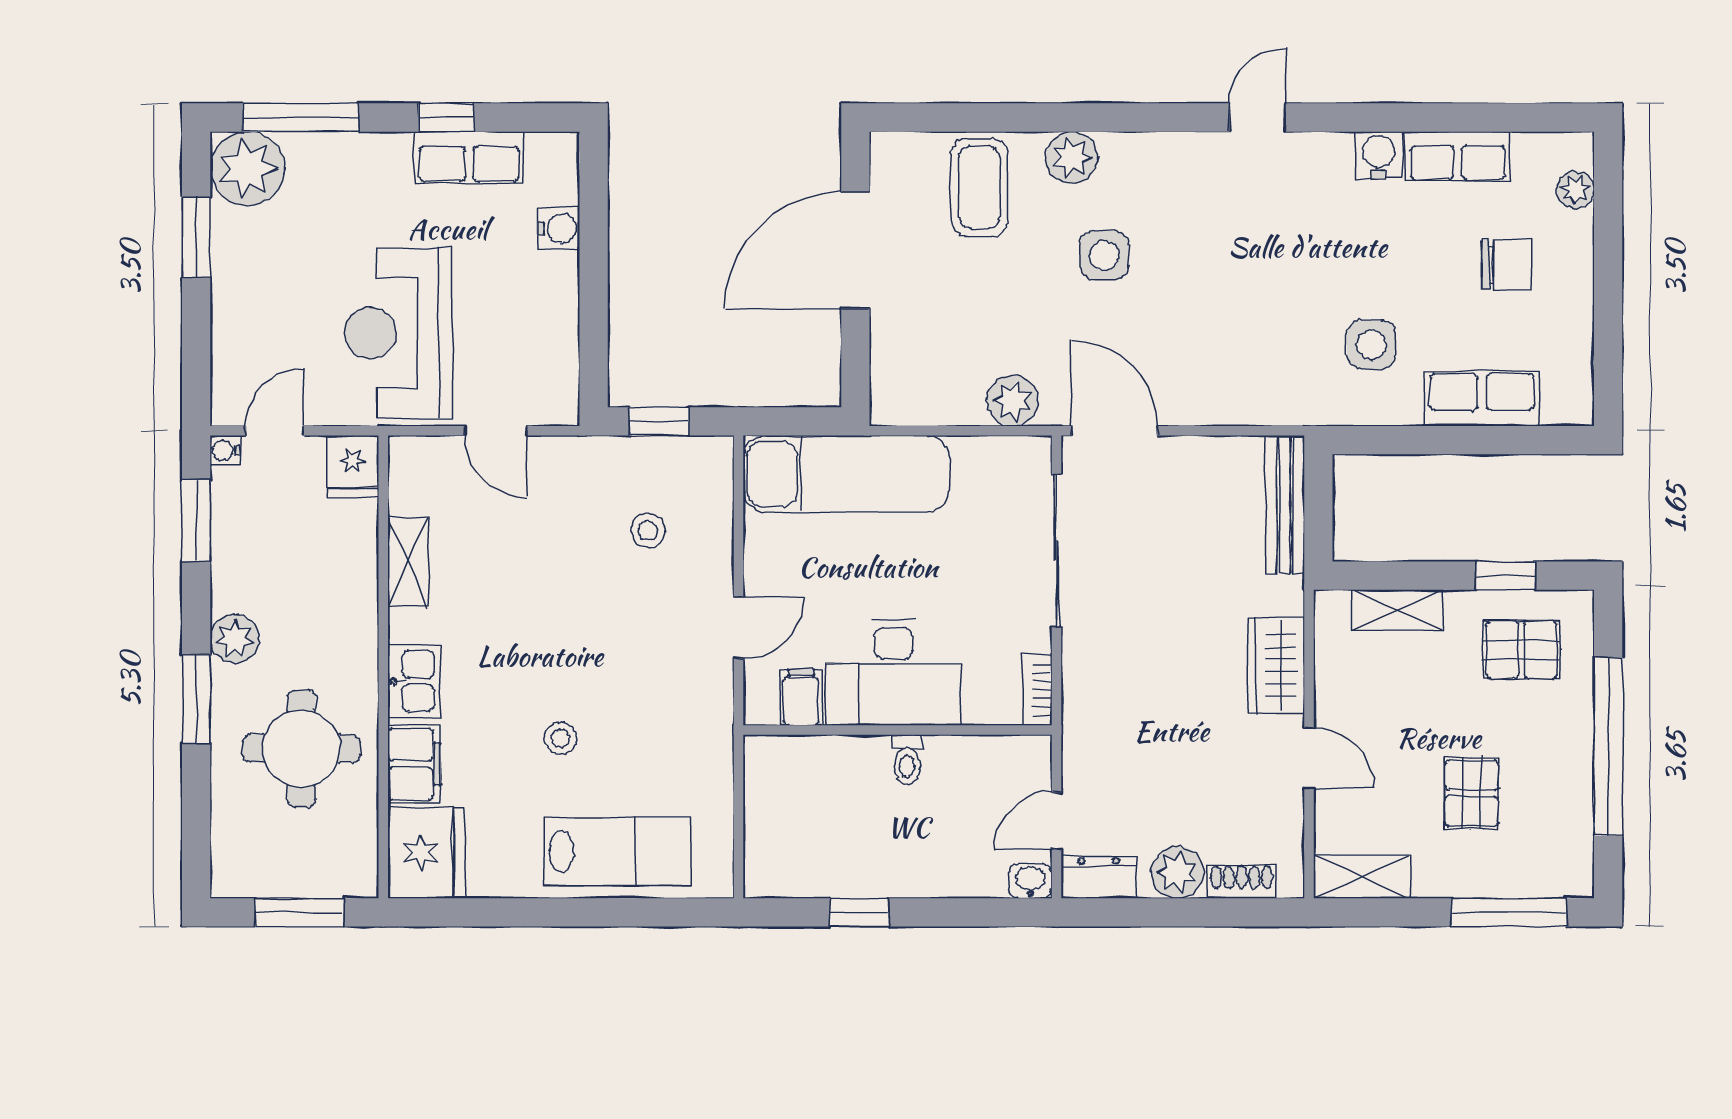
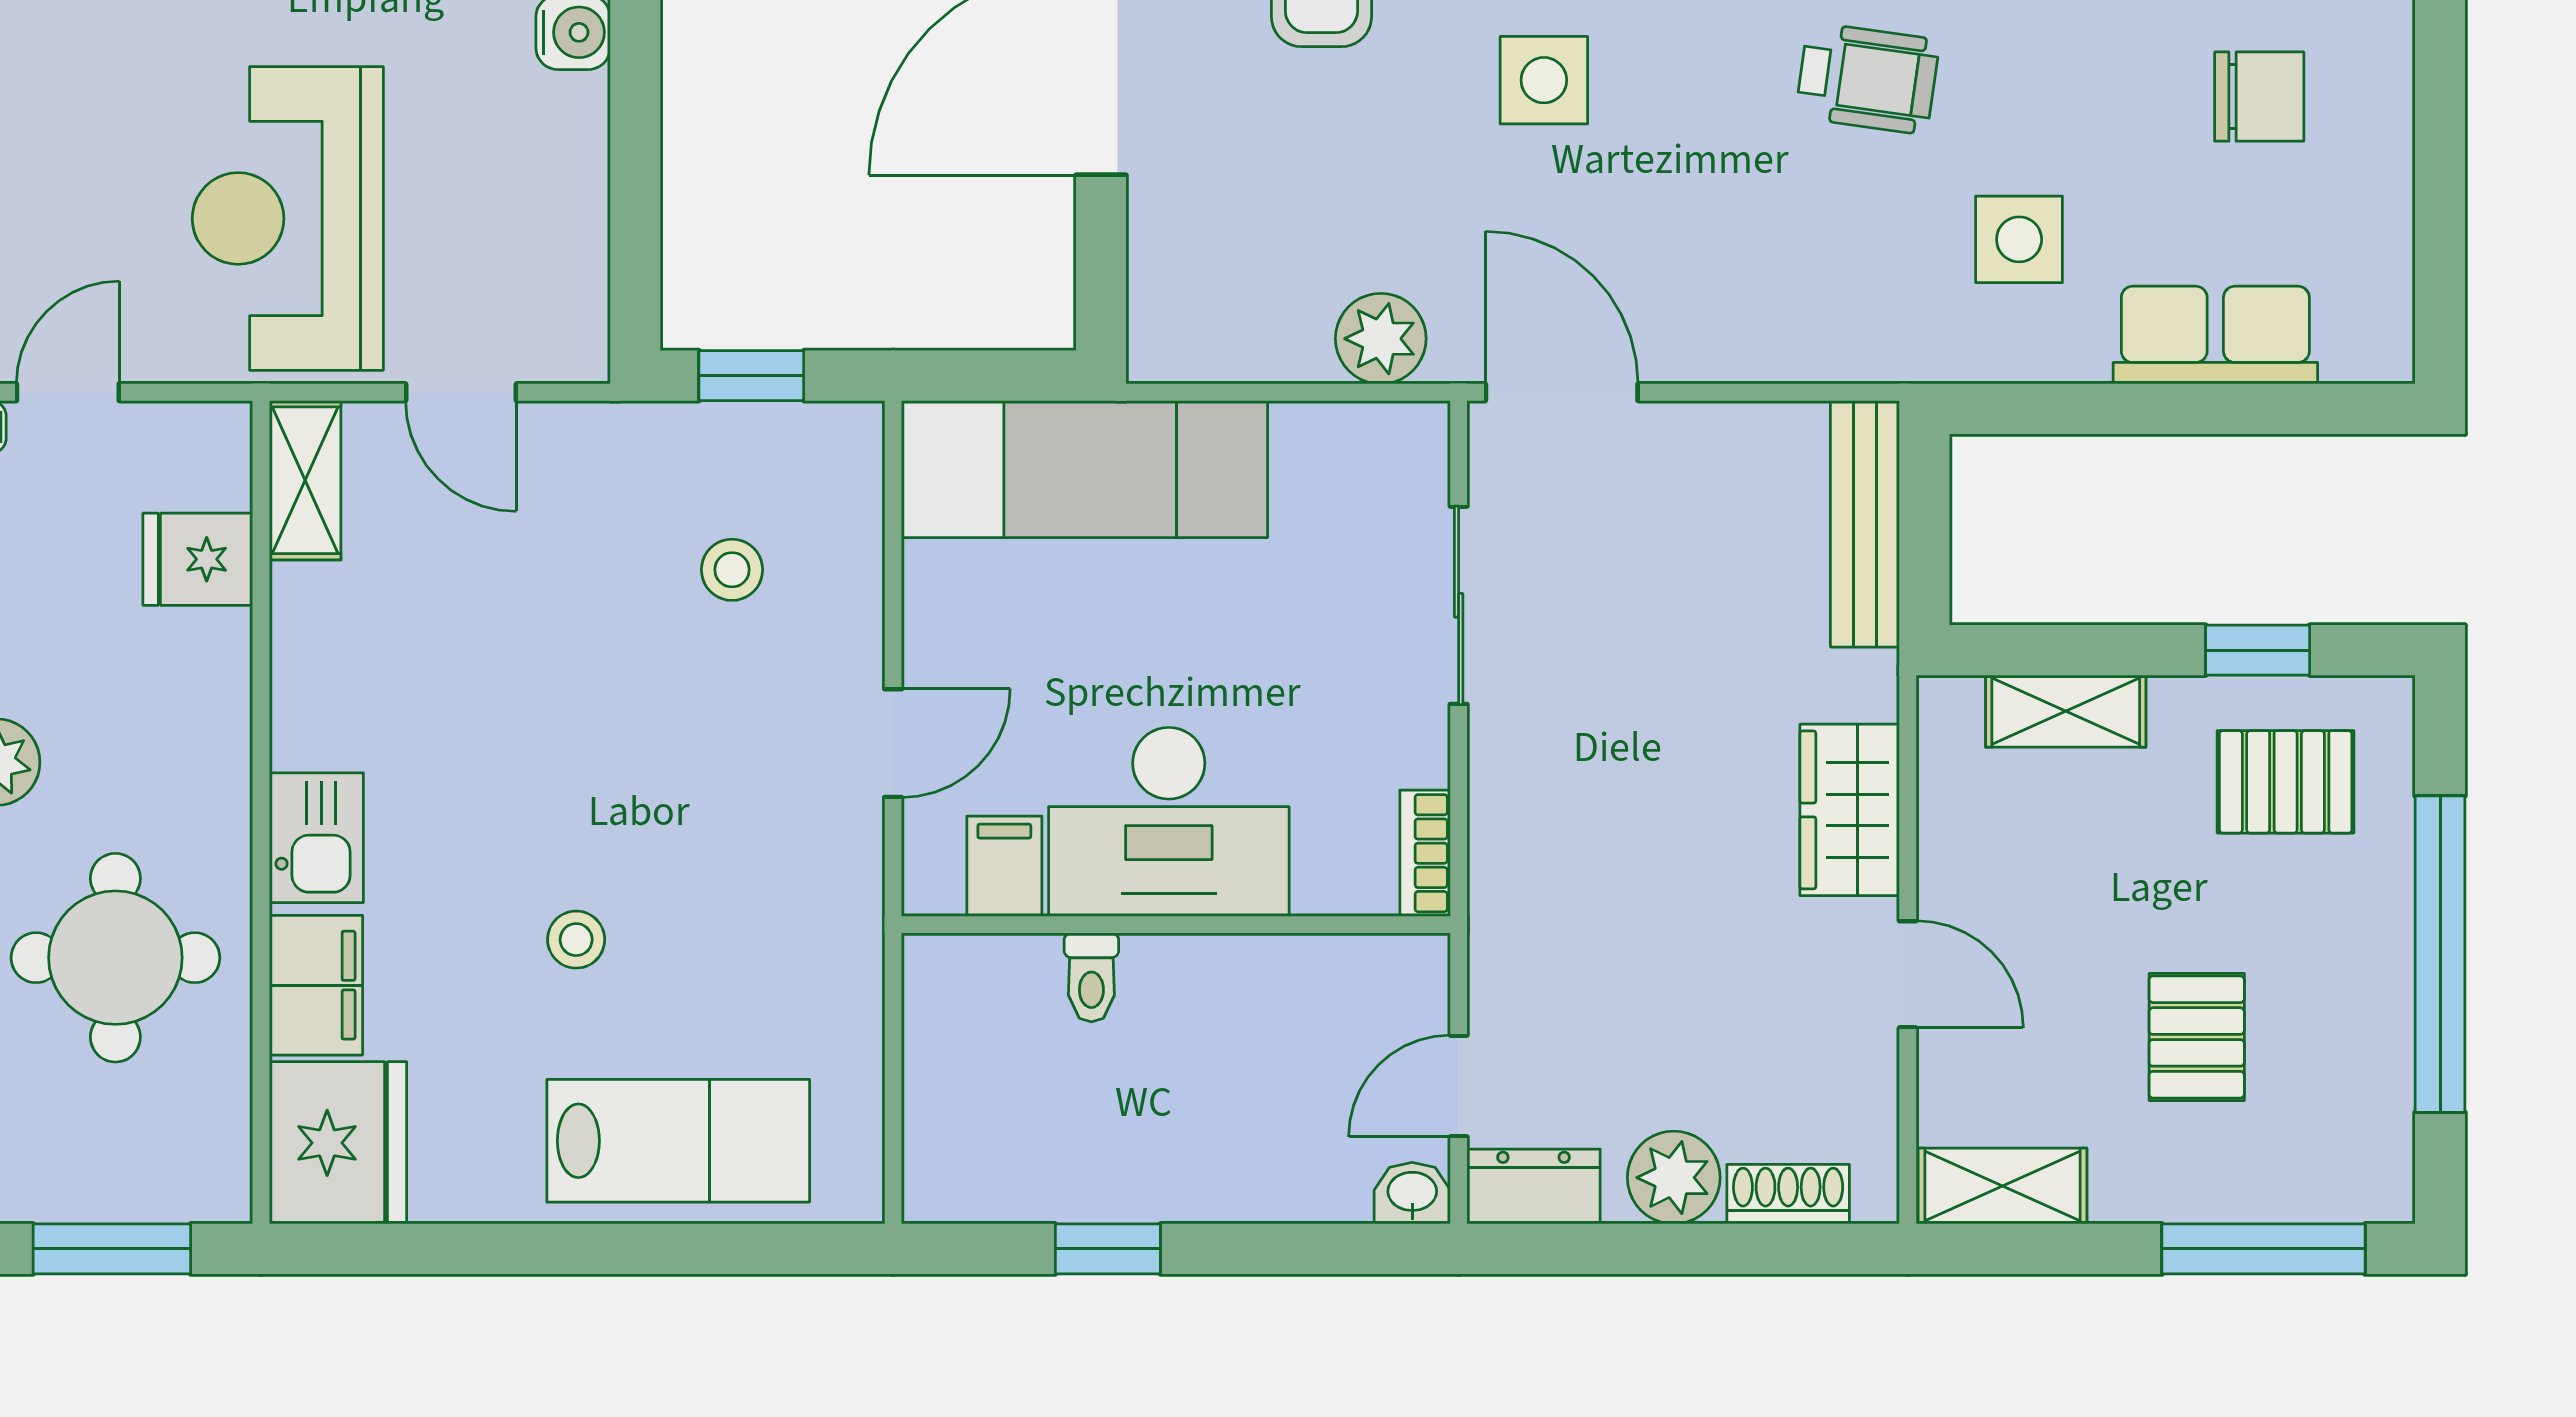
wheelchair: (1286, 254) -> (1867, 78), added
fridge: (353, 466) -> (198, 559), moved, turned 90
sliding door: (1056, 550) -> (1459, 605), width x0.73
shelving: (408, 562) -> (305, 480), moved
toilet: (907, 760) -> (1091, 977), moved

